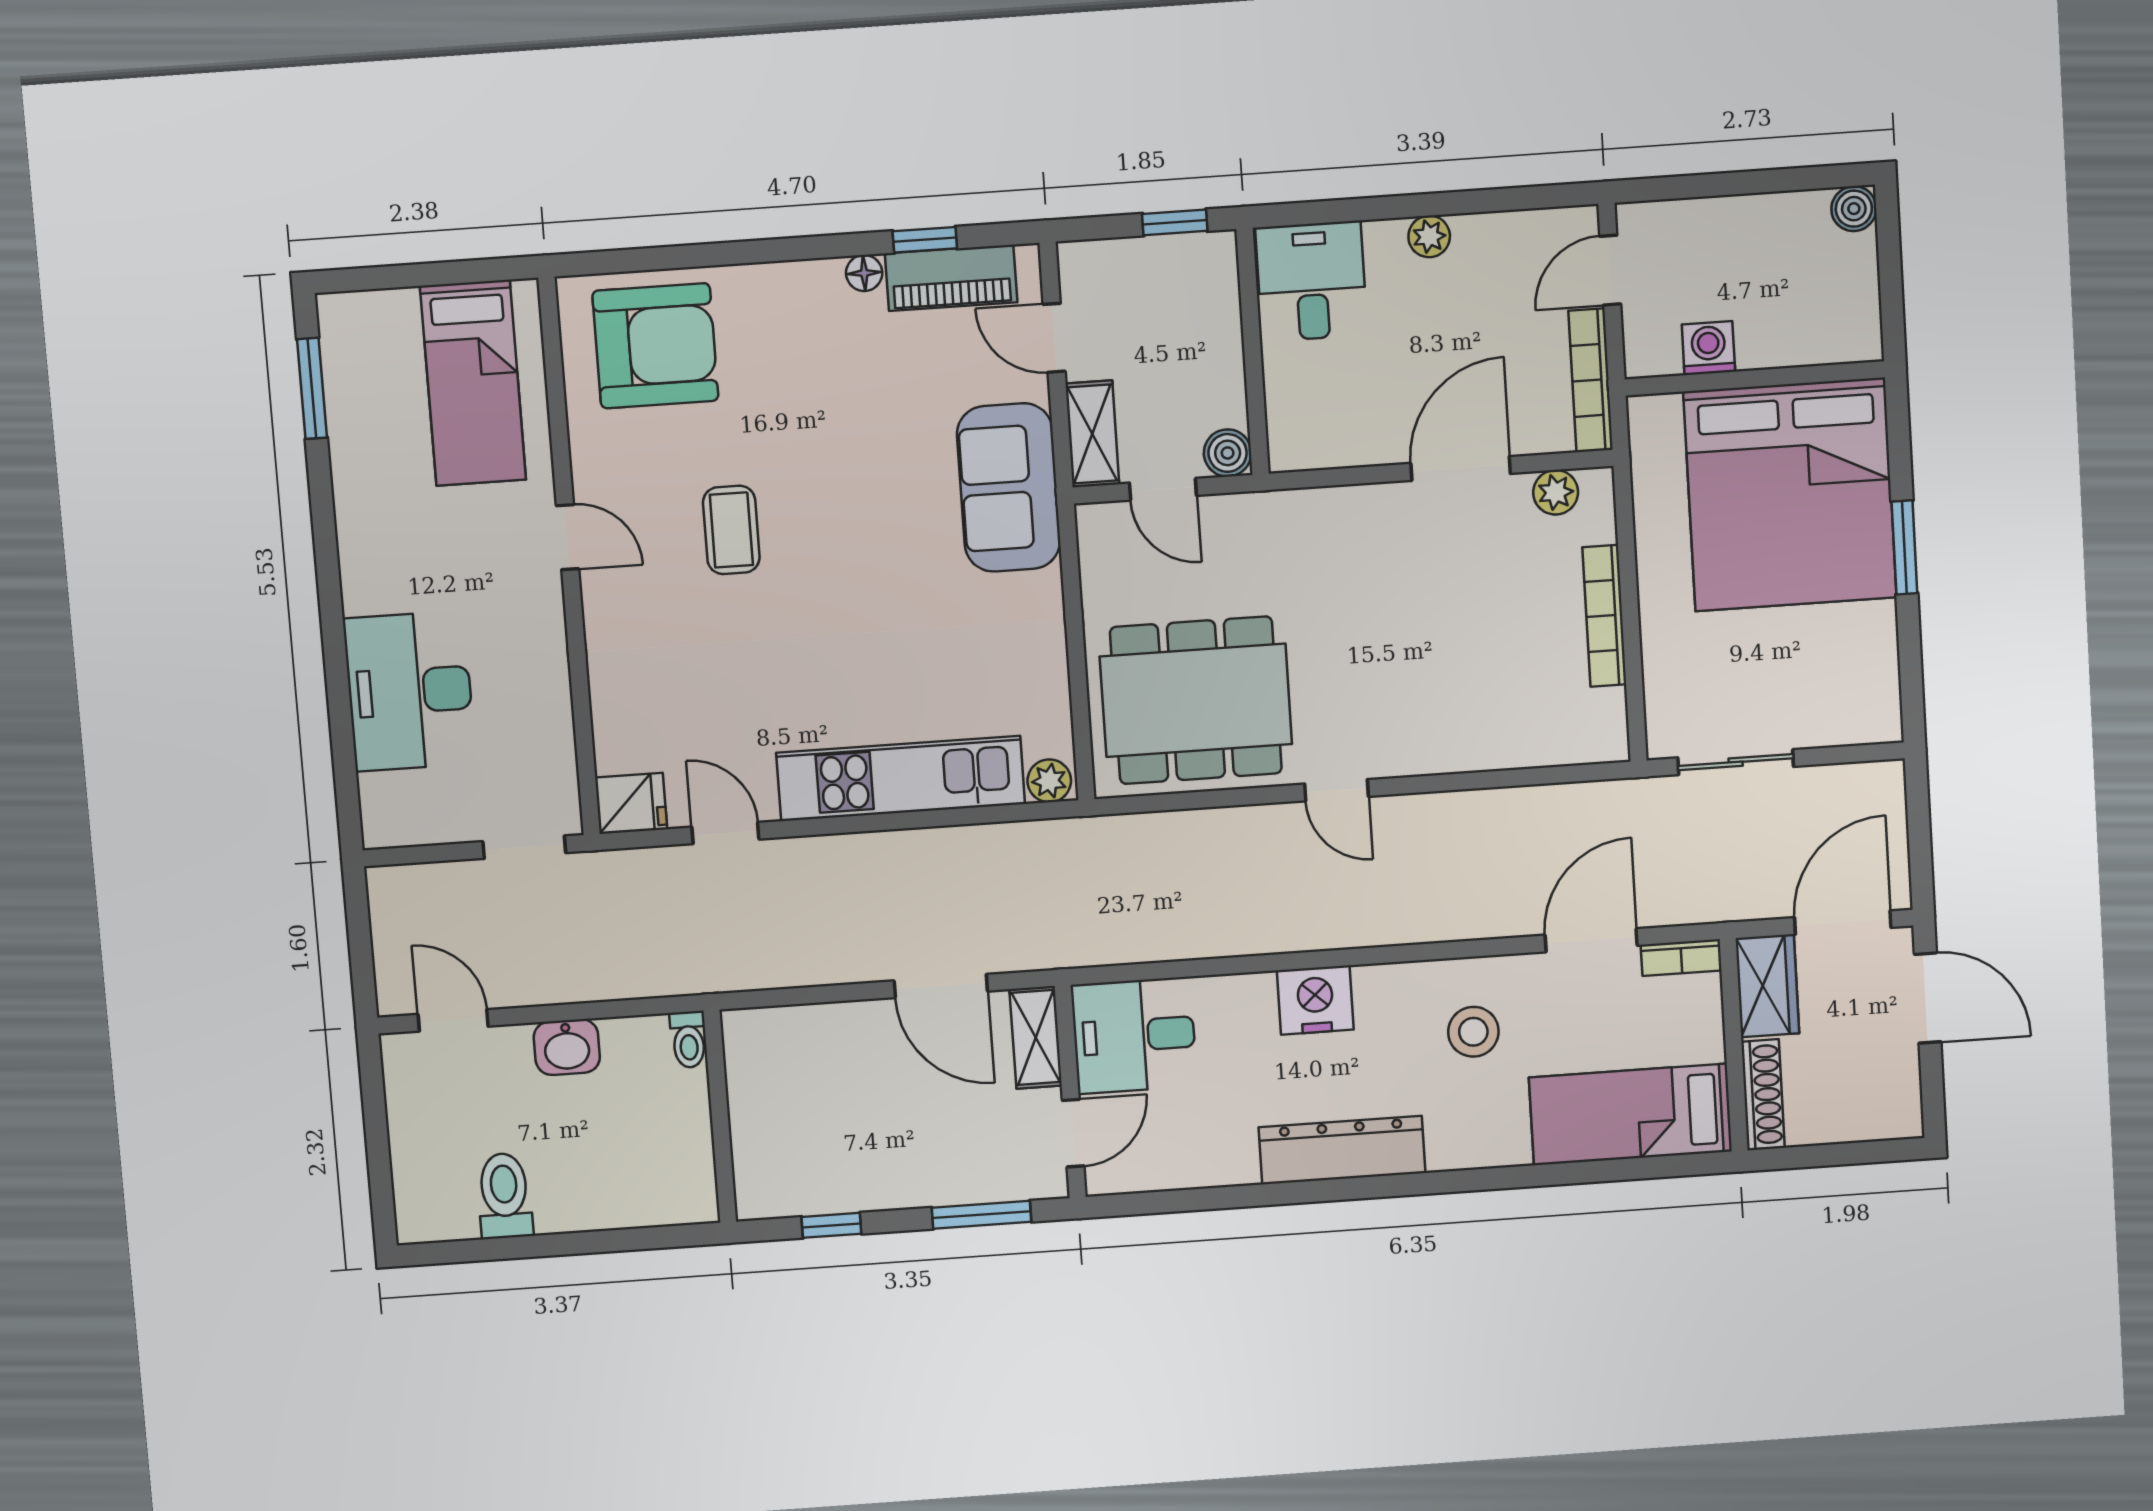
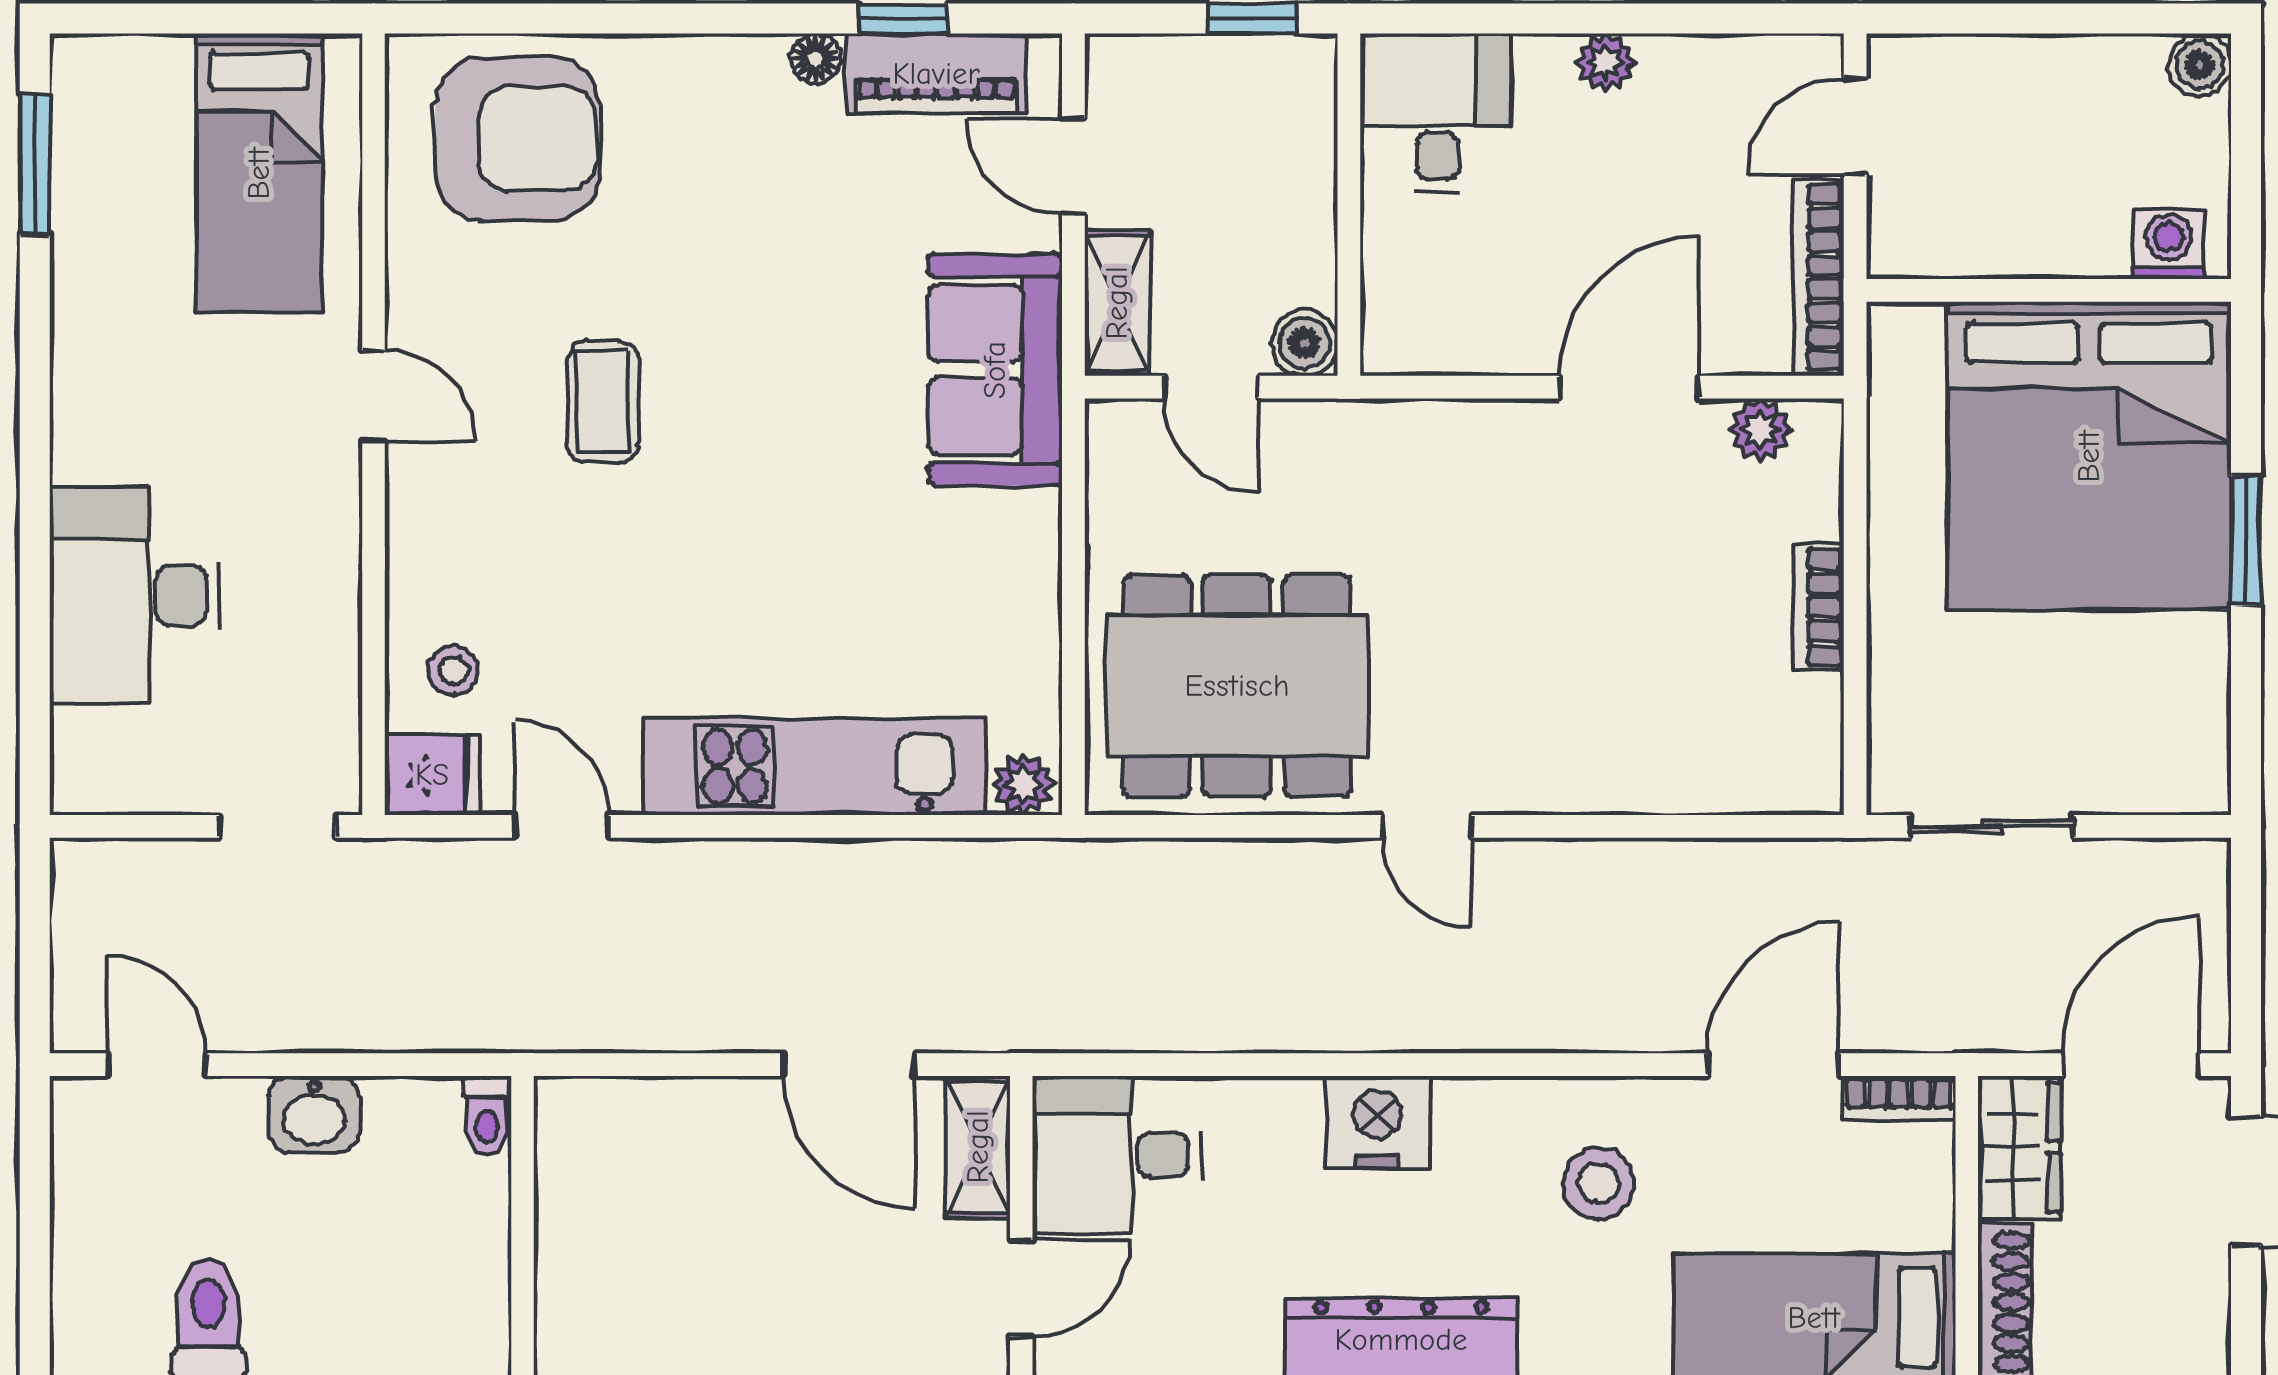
washing machine: (1708, 348) -> (2169, 244), moved
bookcase: (1604, 616) -> (1819, 607), width x0.64
stool: (640, 728) -> (453, 671), added

